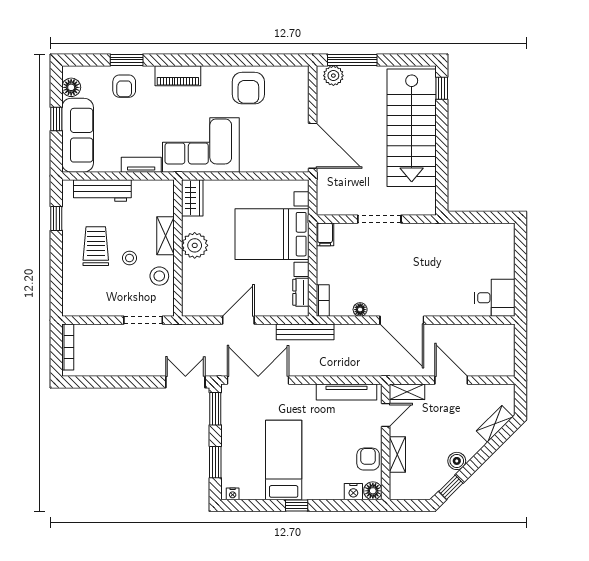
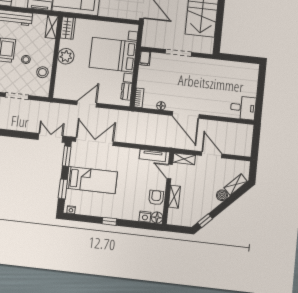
shelving: (165, 236) -> (52, 27), moved
doorway: (143, 320) -> (17, 96), moved
bench: (305, 332) -> (126, 116), removed
tv unit: (346, 392) -> (153, 155), width x0.71
door: (386, 415) -> (170, 172), swing flipped
bed: (284, 460) -> (92, 180), moved, turned 90
boiler: (457, 461) -> (222, 195), moved

